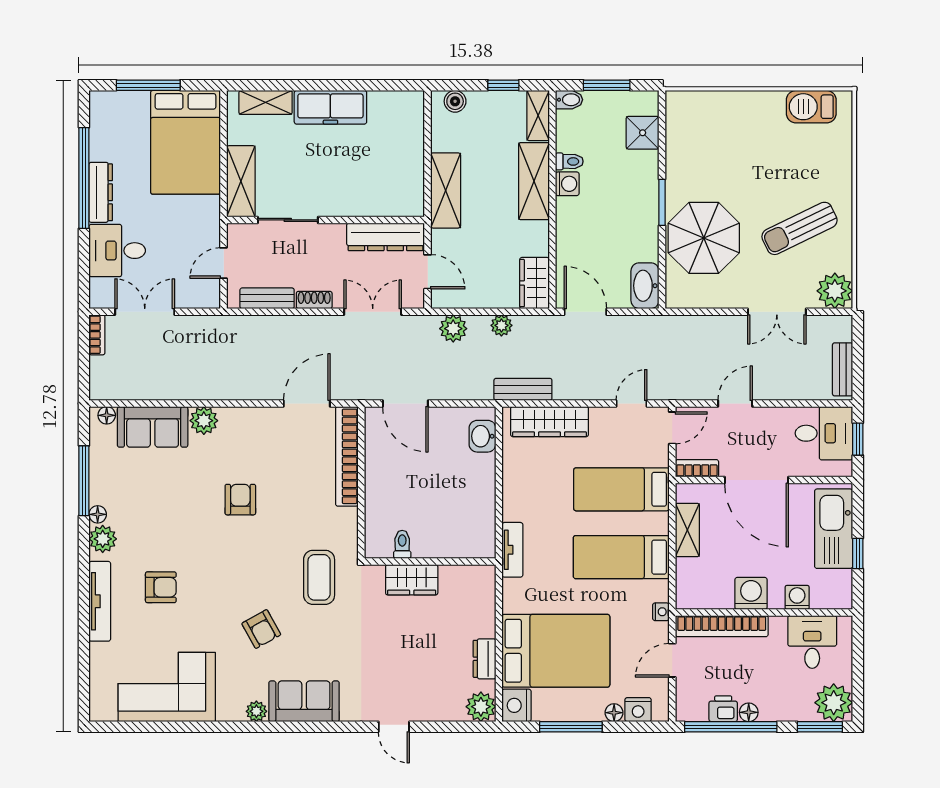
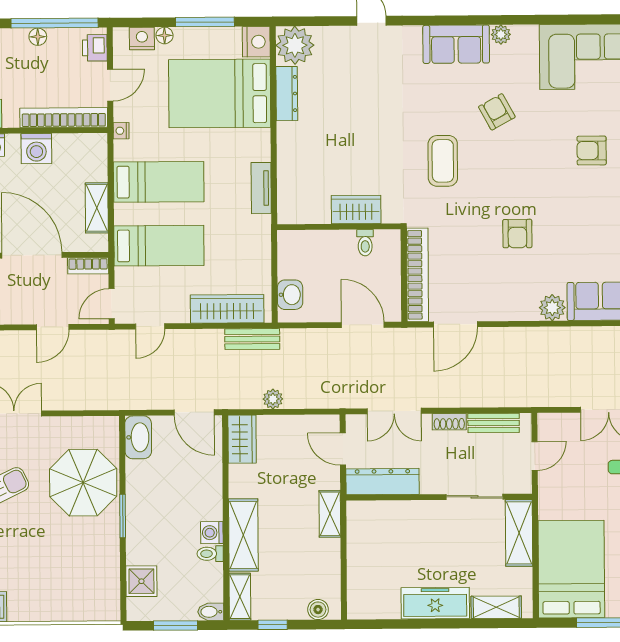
shelving: (446, 190) -> (330, 514), width x0.67, depth x0.75
plant: (453, 329) -> (318, 396), removed
toilet: (402, 544) -> (365, 243), moved
wall: (430, 562) -> (339, 227), moved
wardrobe: (412, 580) -> (356, 210), moved
dresser: (485, 659) -> (287, 94), width x1.44
plant: (481, 707) -> (295, 45), width x1.36, depth x1.36
printer: (723, 709) -> (95, 48), moved, turned 90

